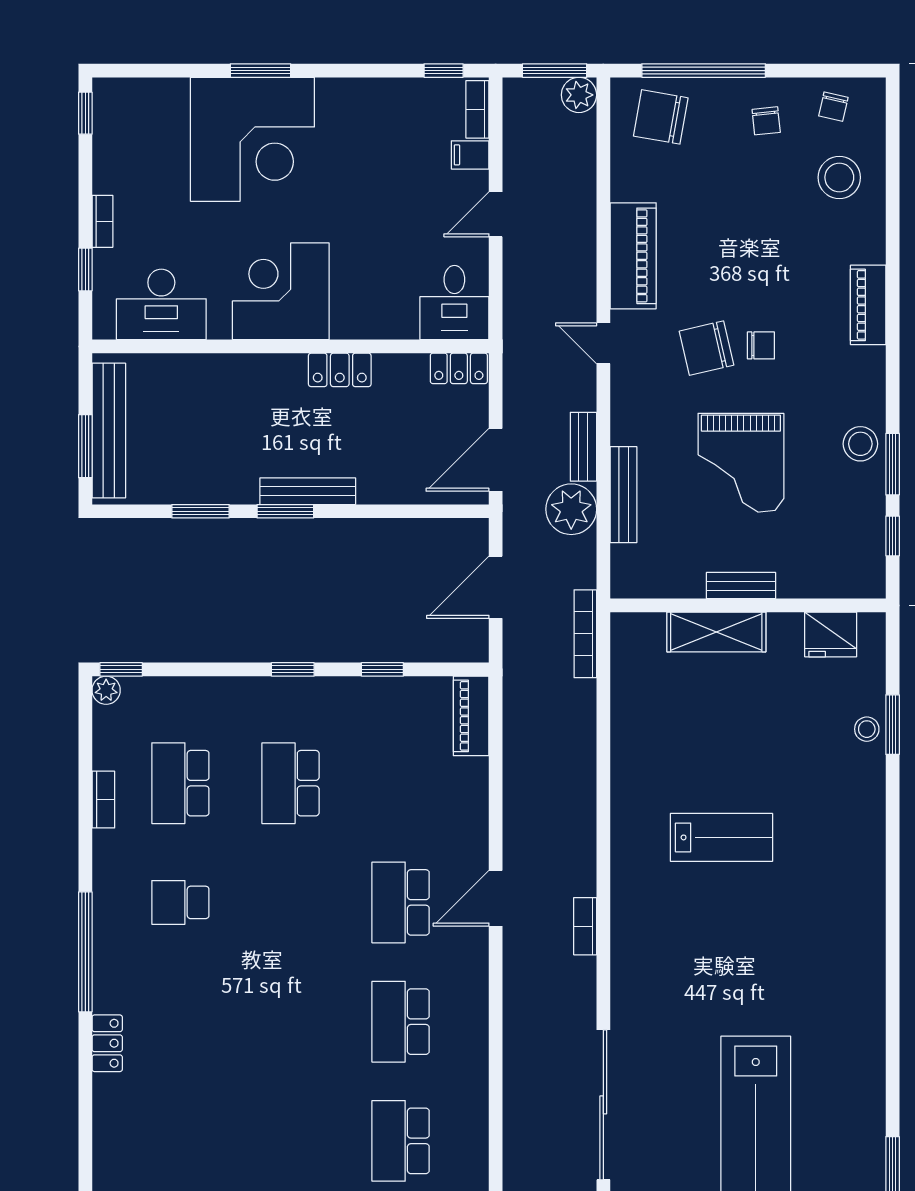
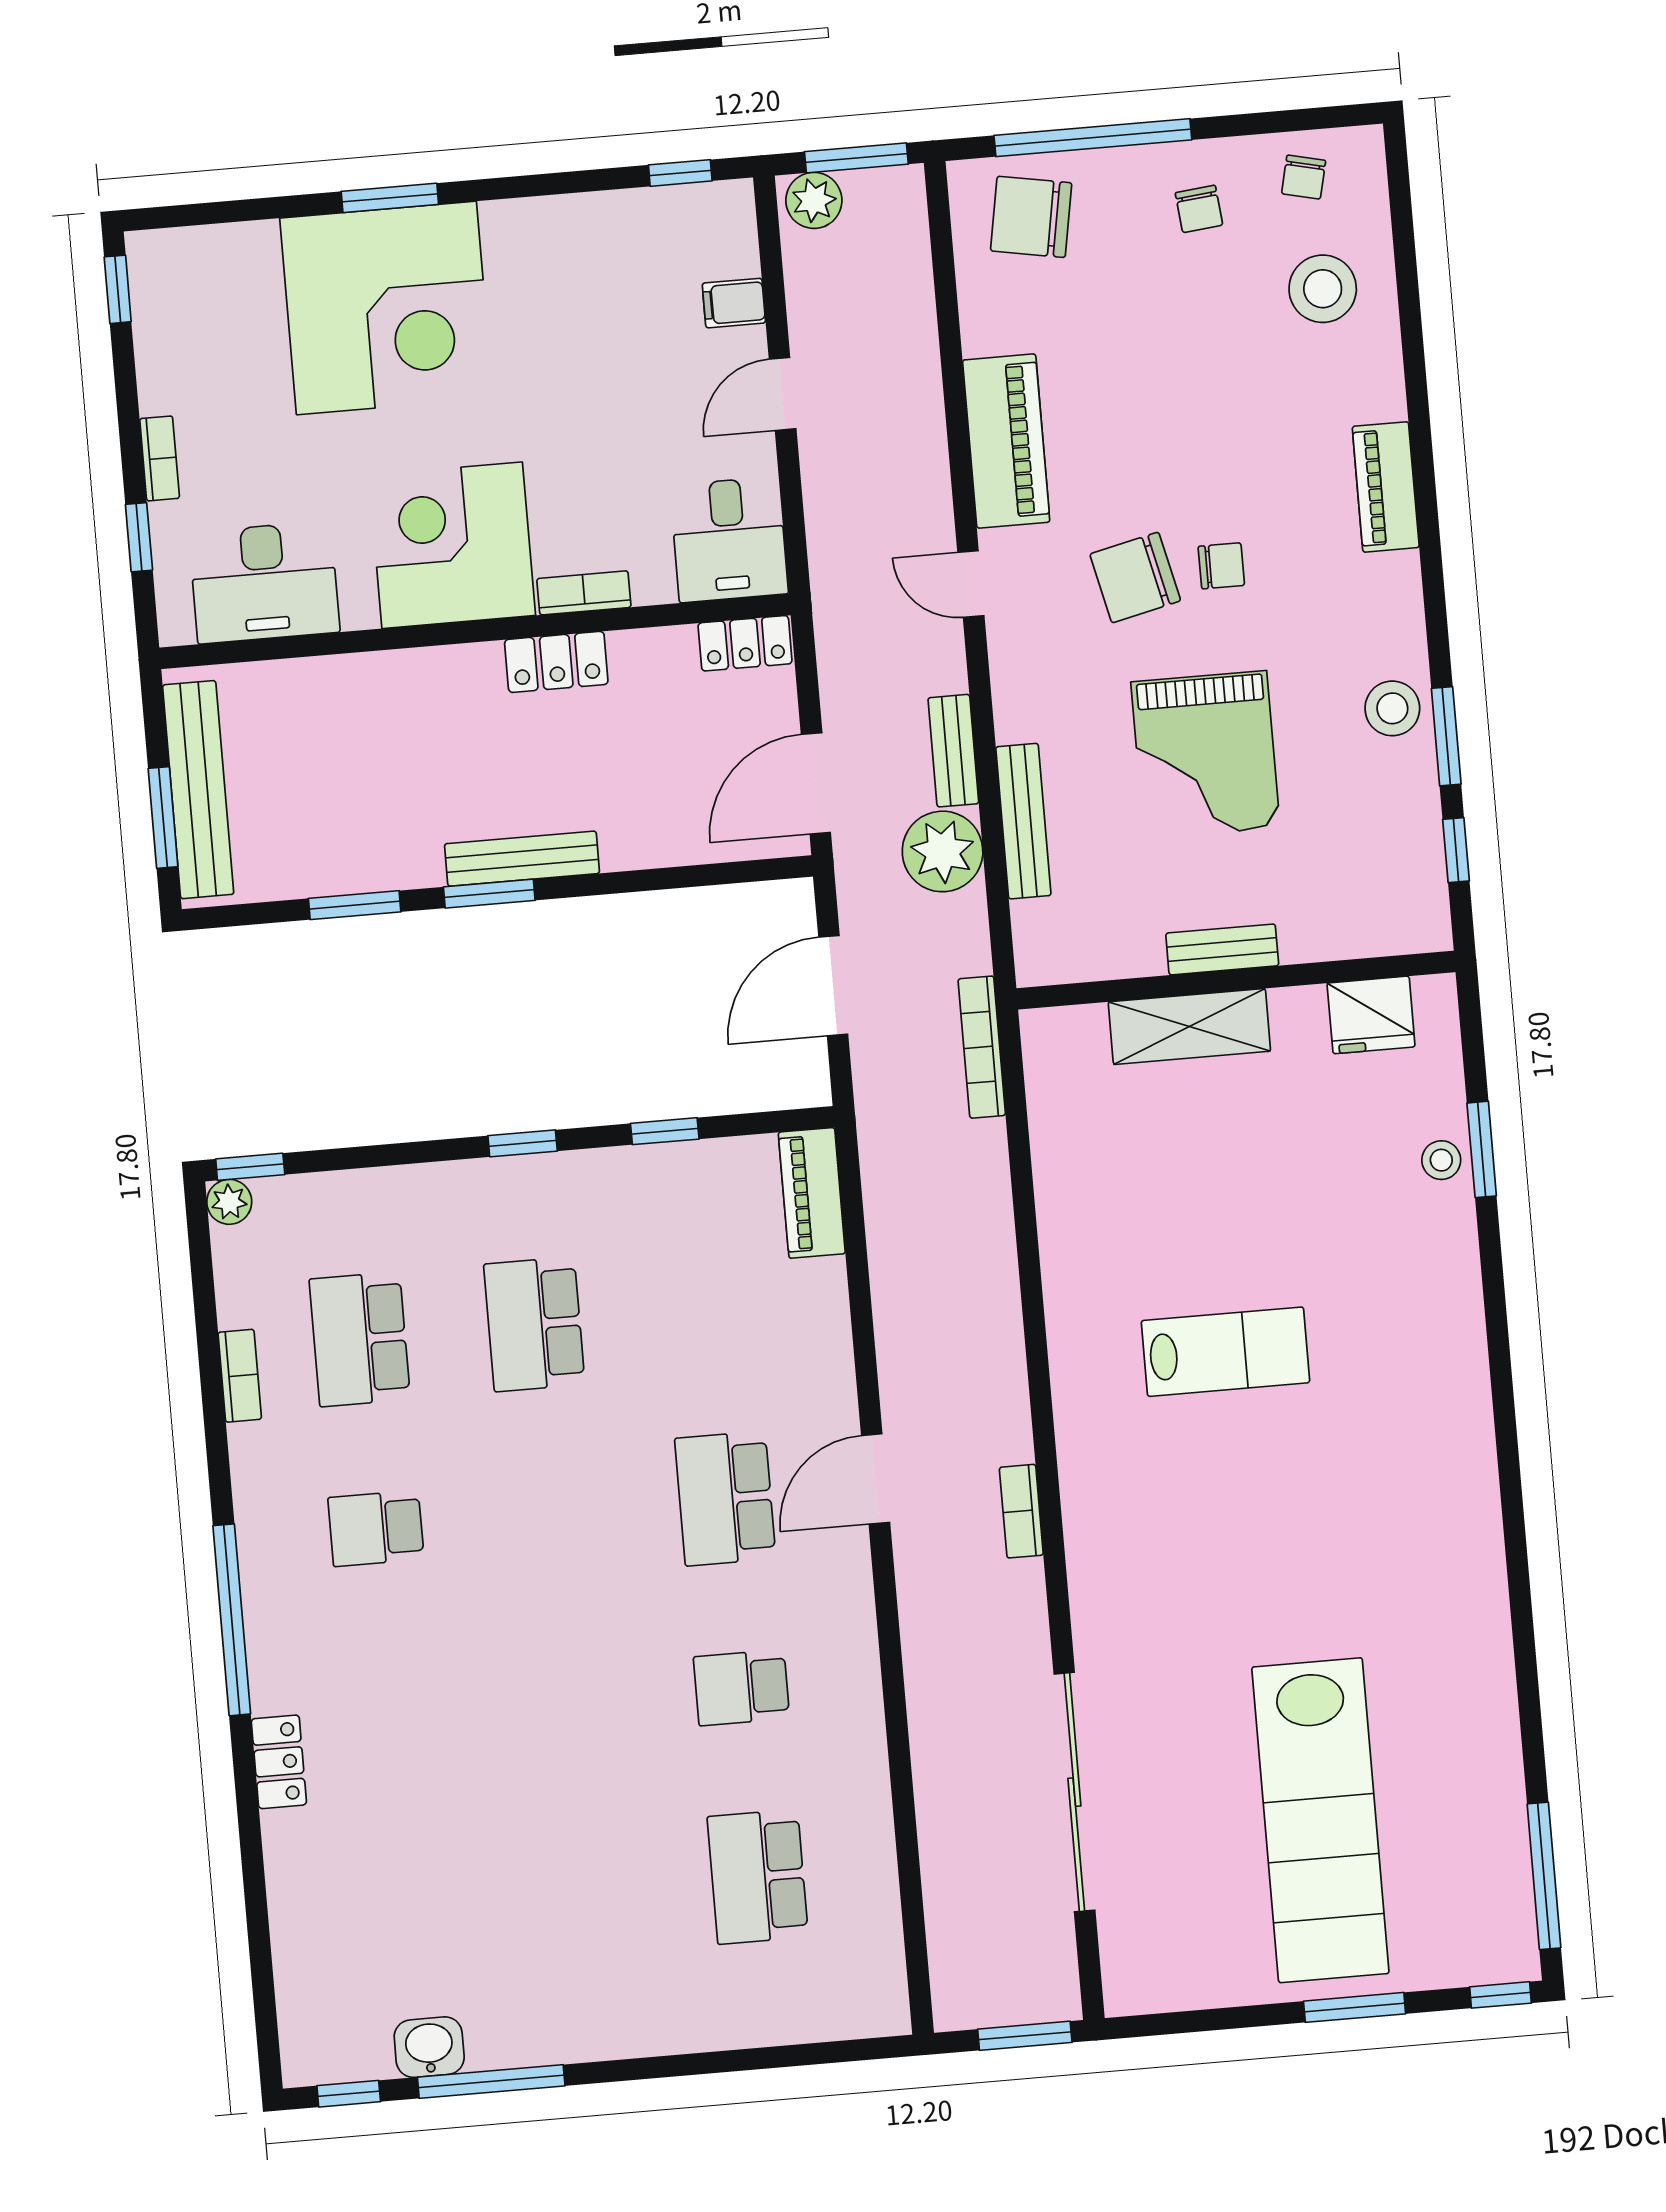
plant: (579, 95) -> (814, 200), moved
bookcase: (477, 109) -> (584, 593), moved, turned 90
school desk: (401, 1022) -> (741, 1688), width x0.54

